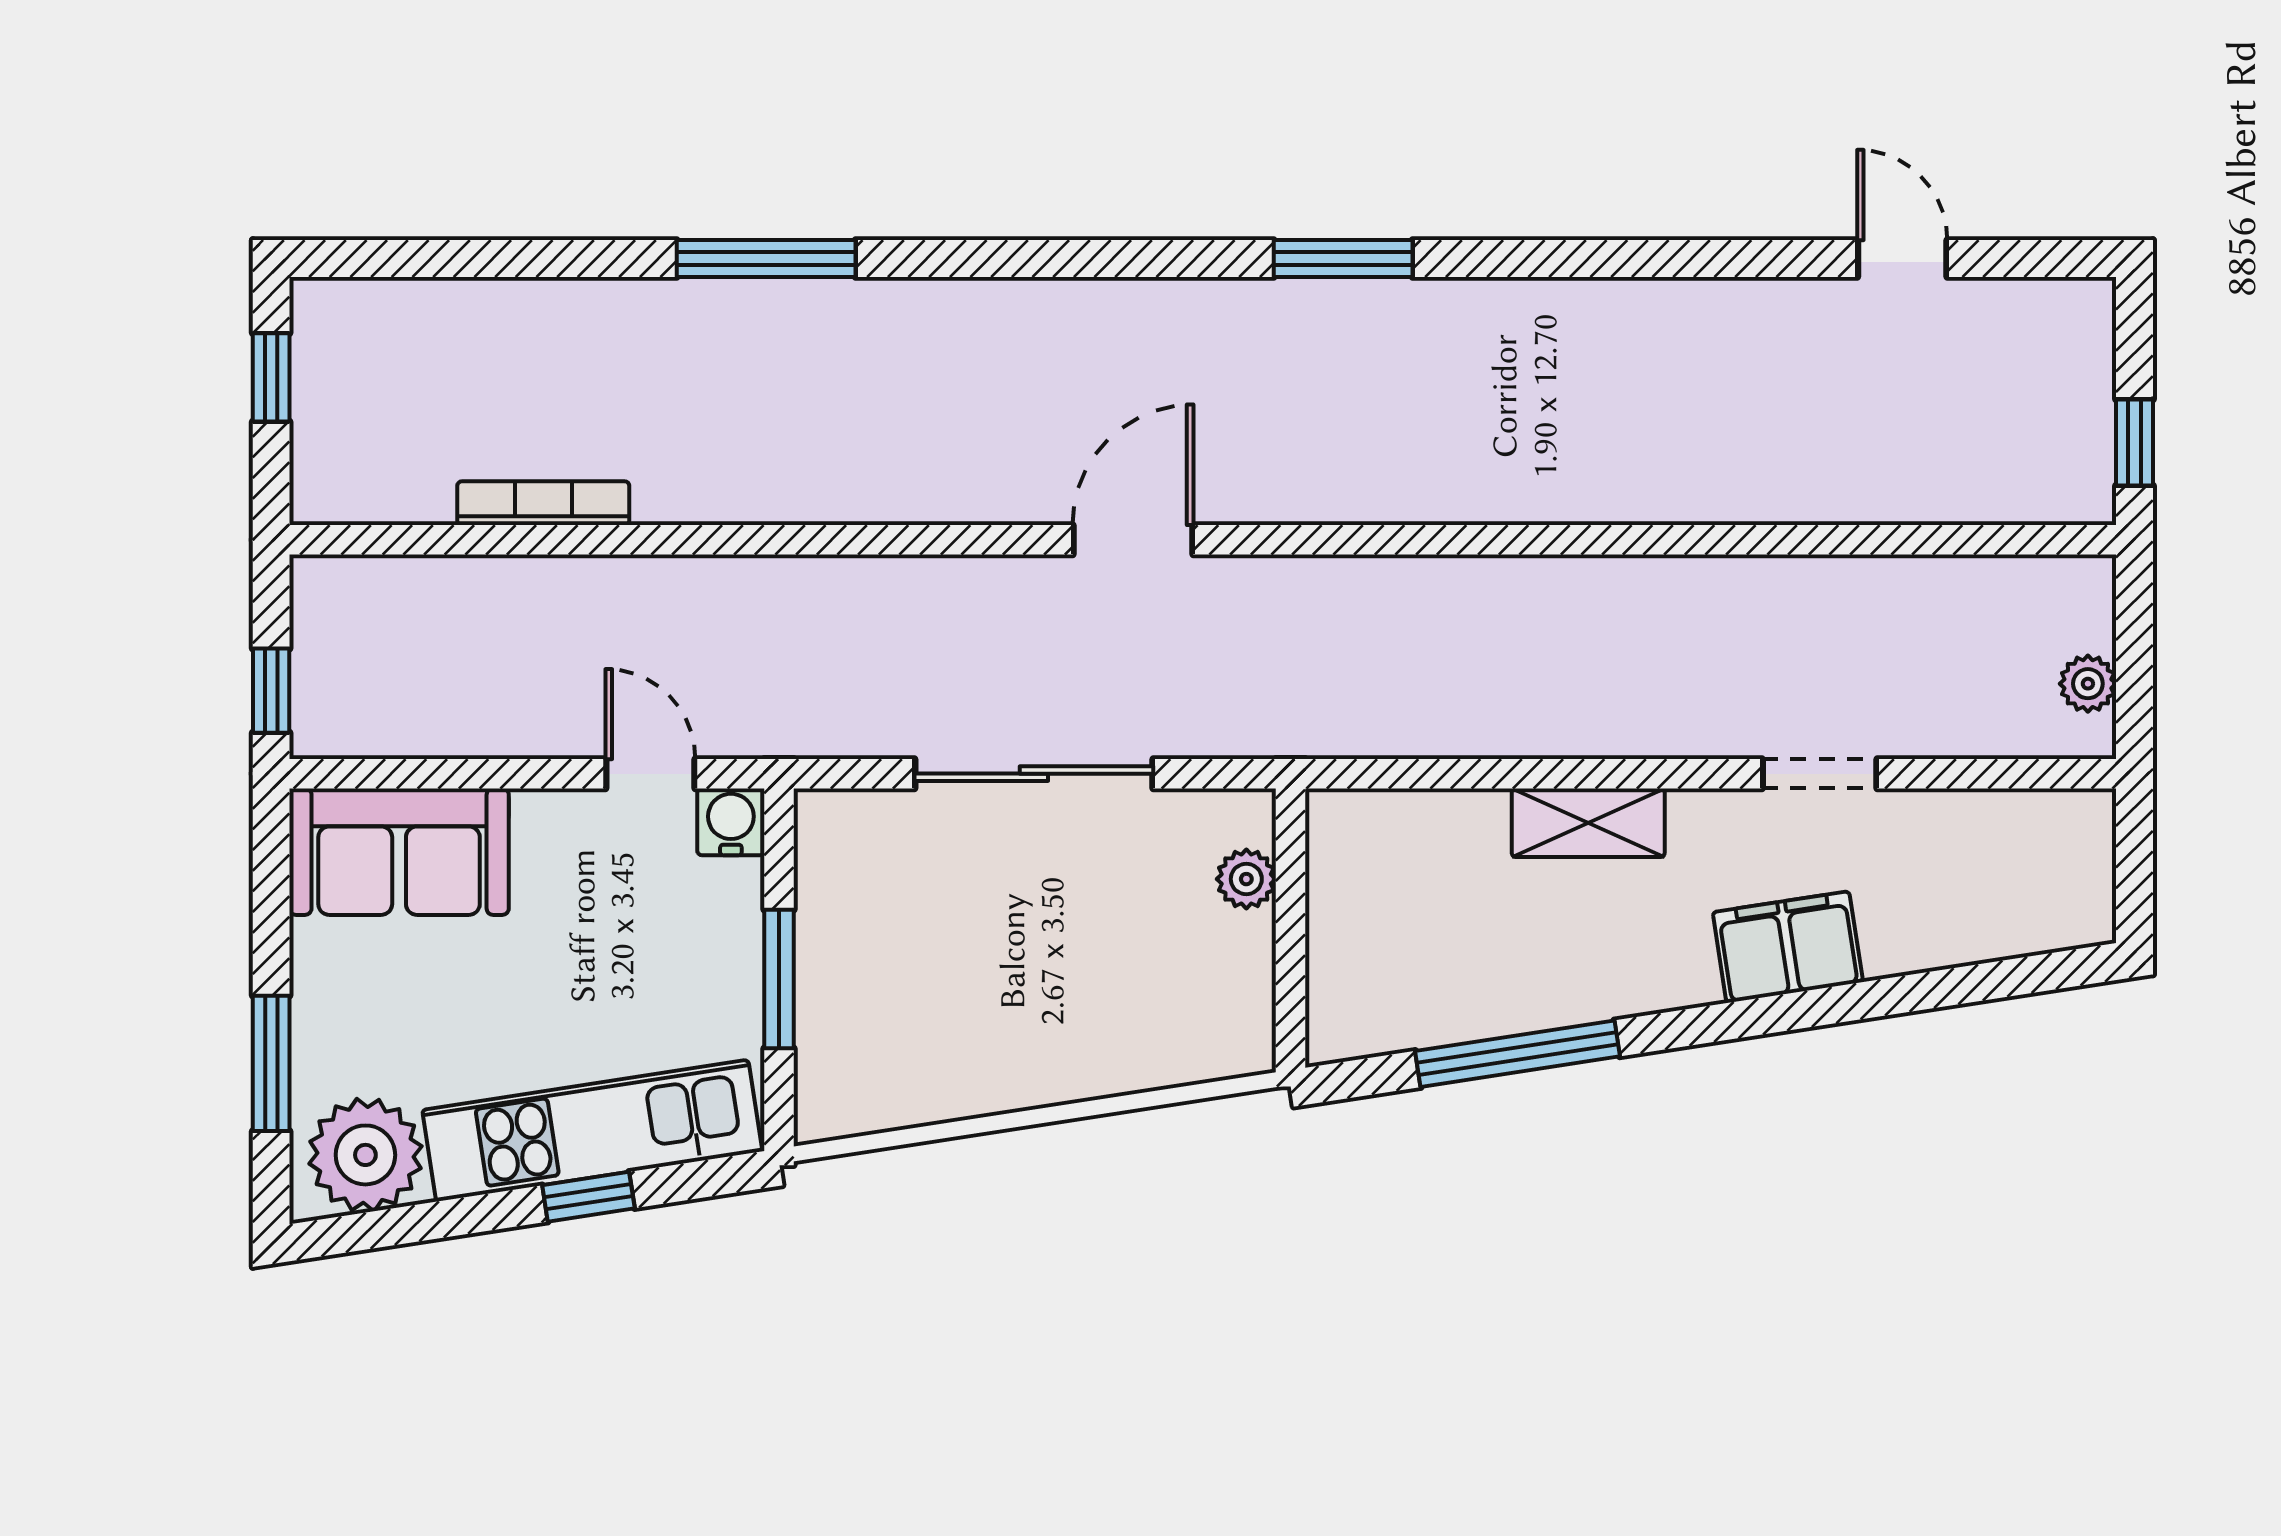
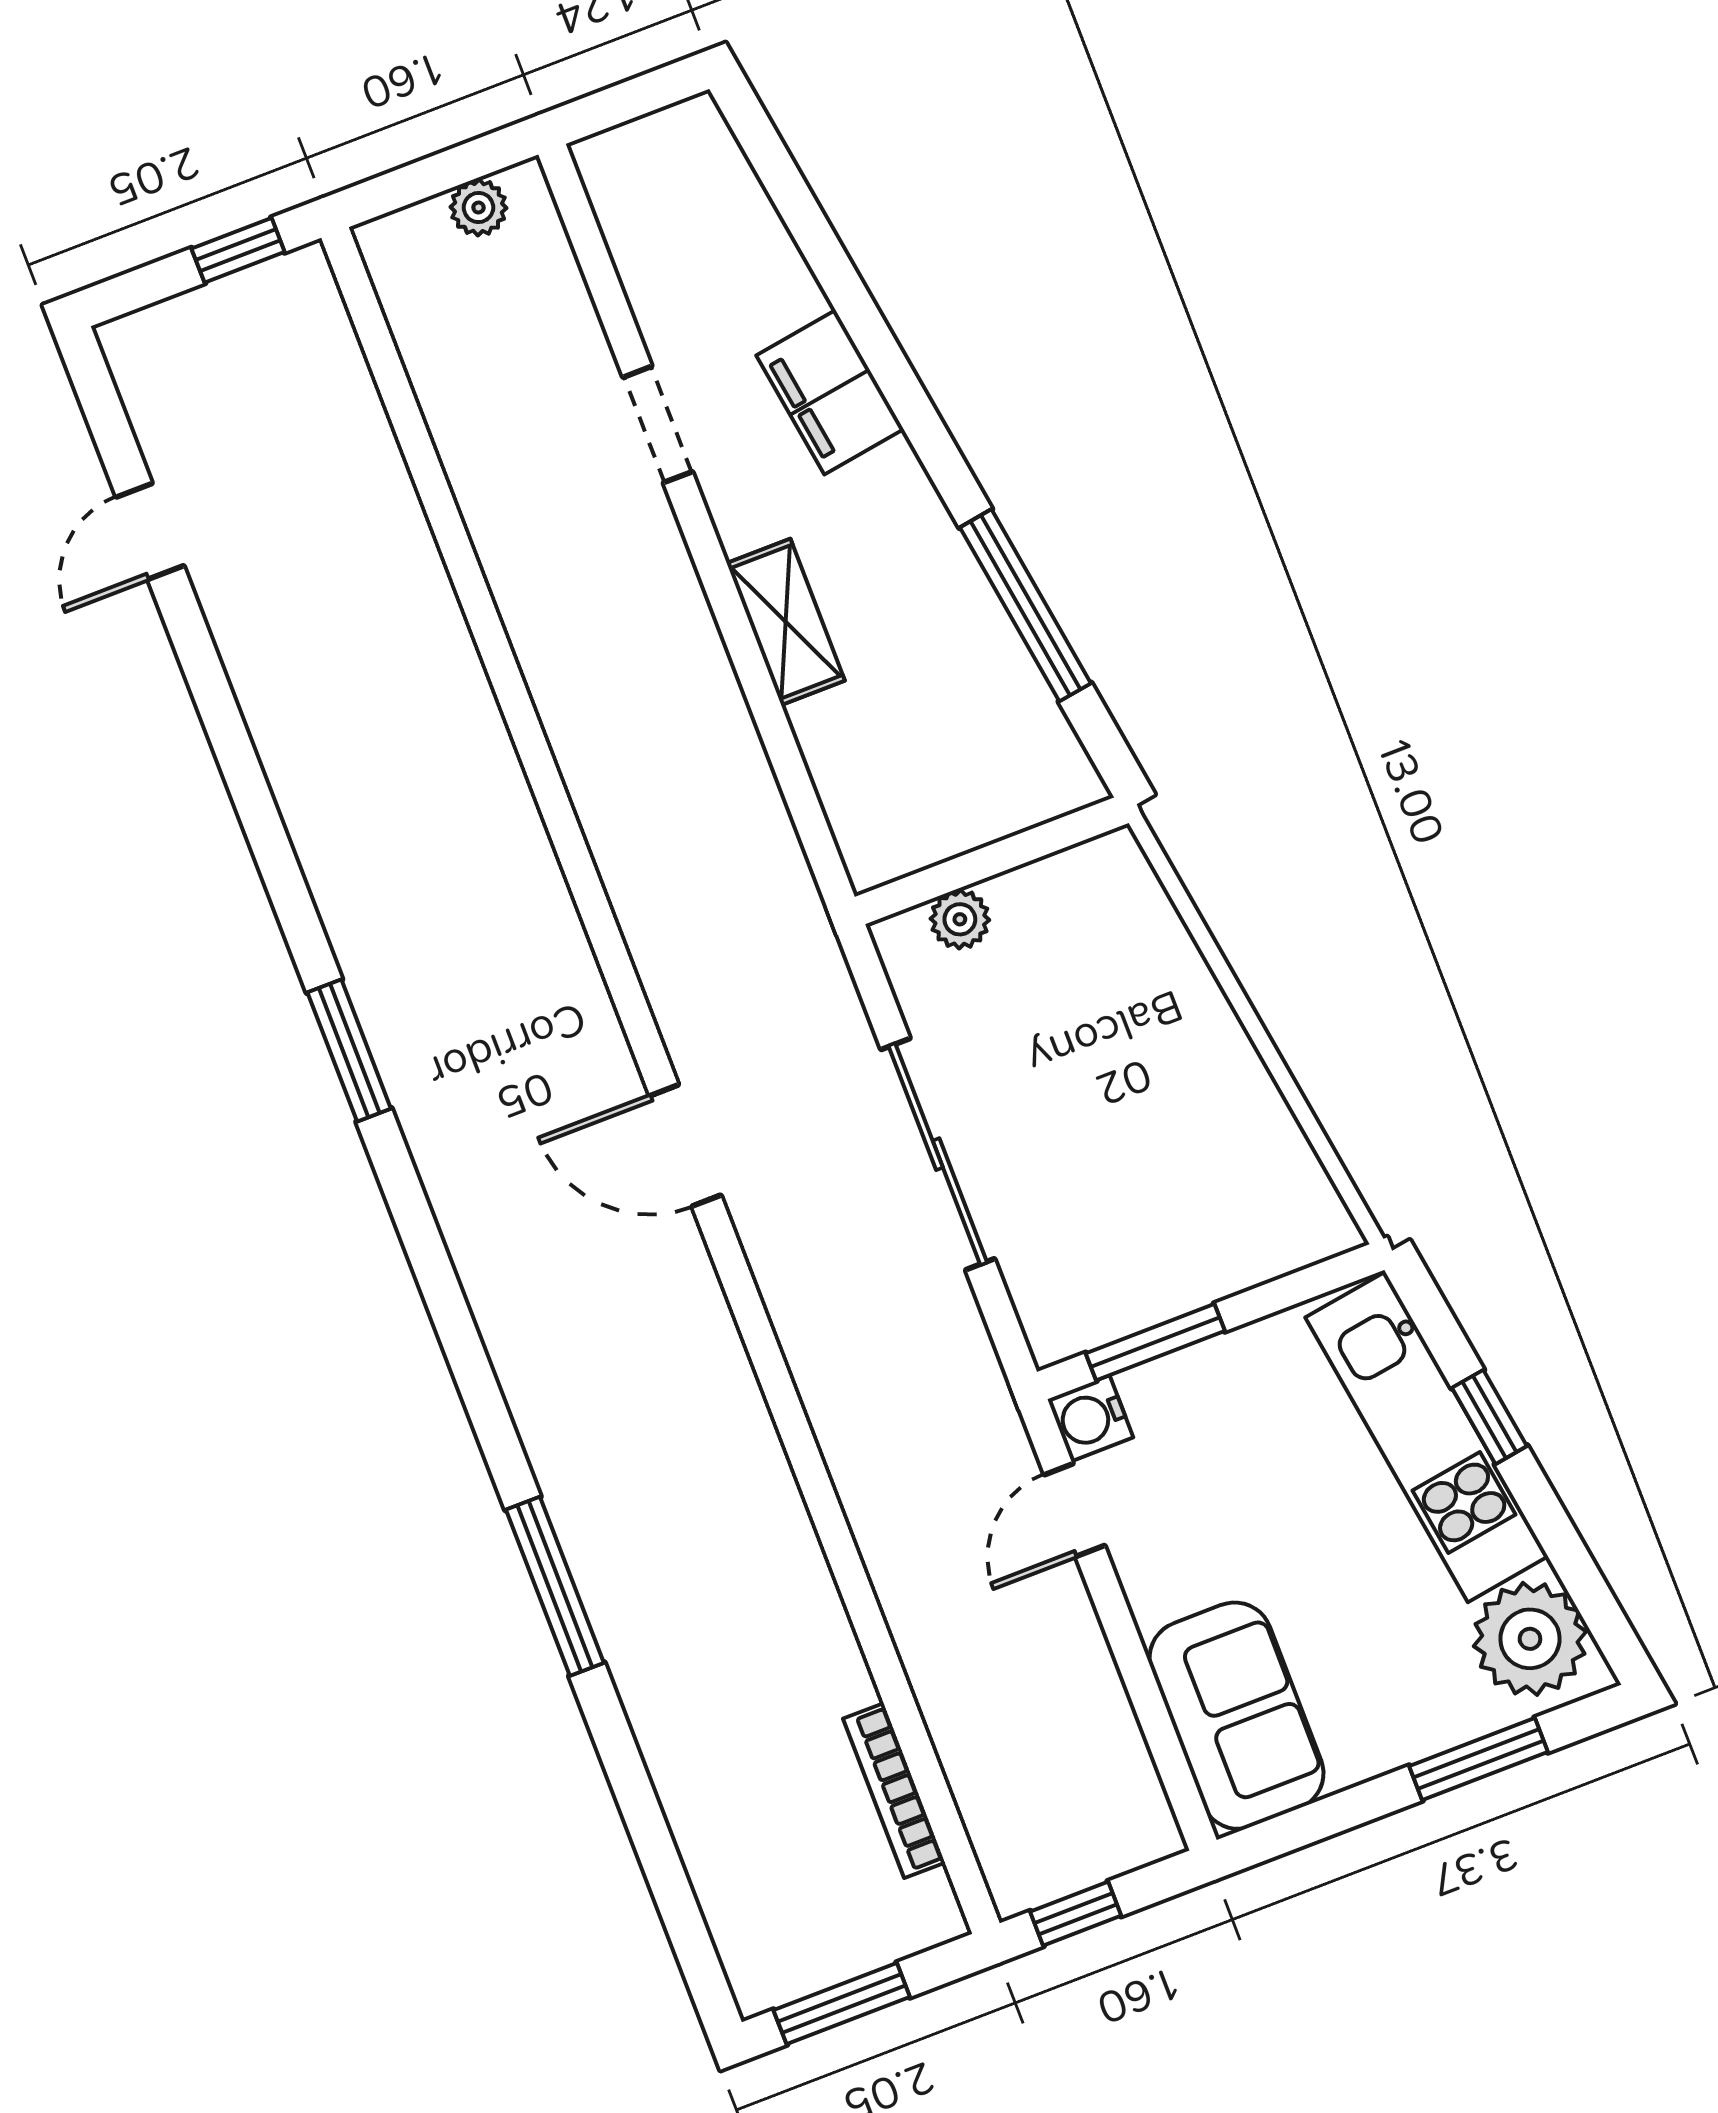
window: (271, 377) -> (842, 2003), width x1.50
bookcase: (543, 503) -> (894, 1791), moved
window: (271, 691) -> (1076, 1914), moved
window: (779, 979) -> (1155, 1342), moved

